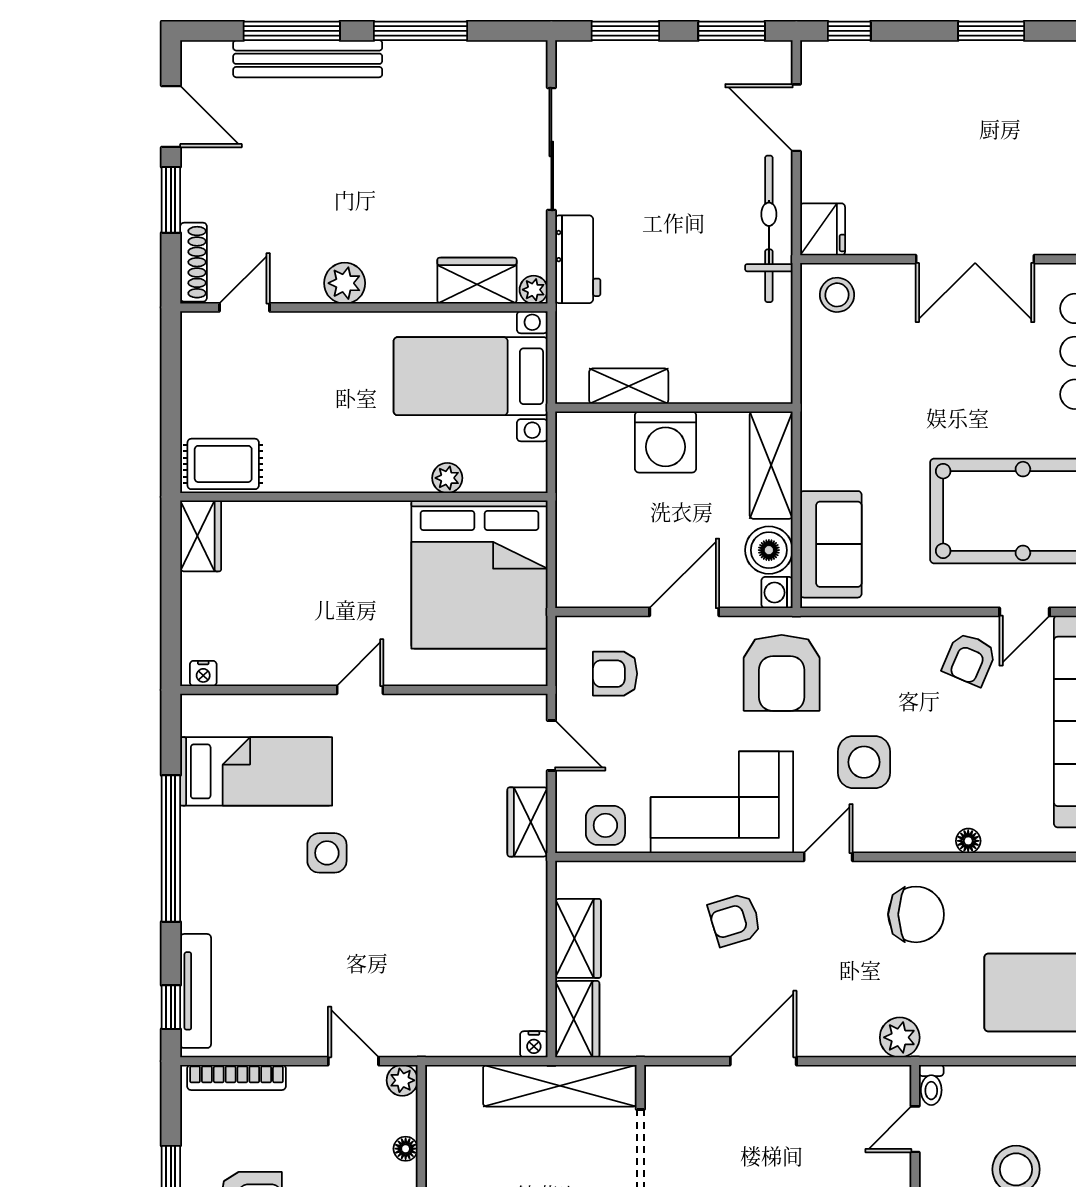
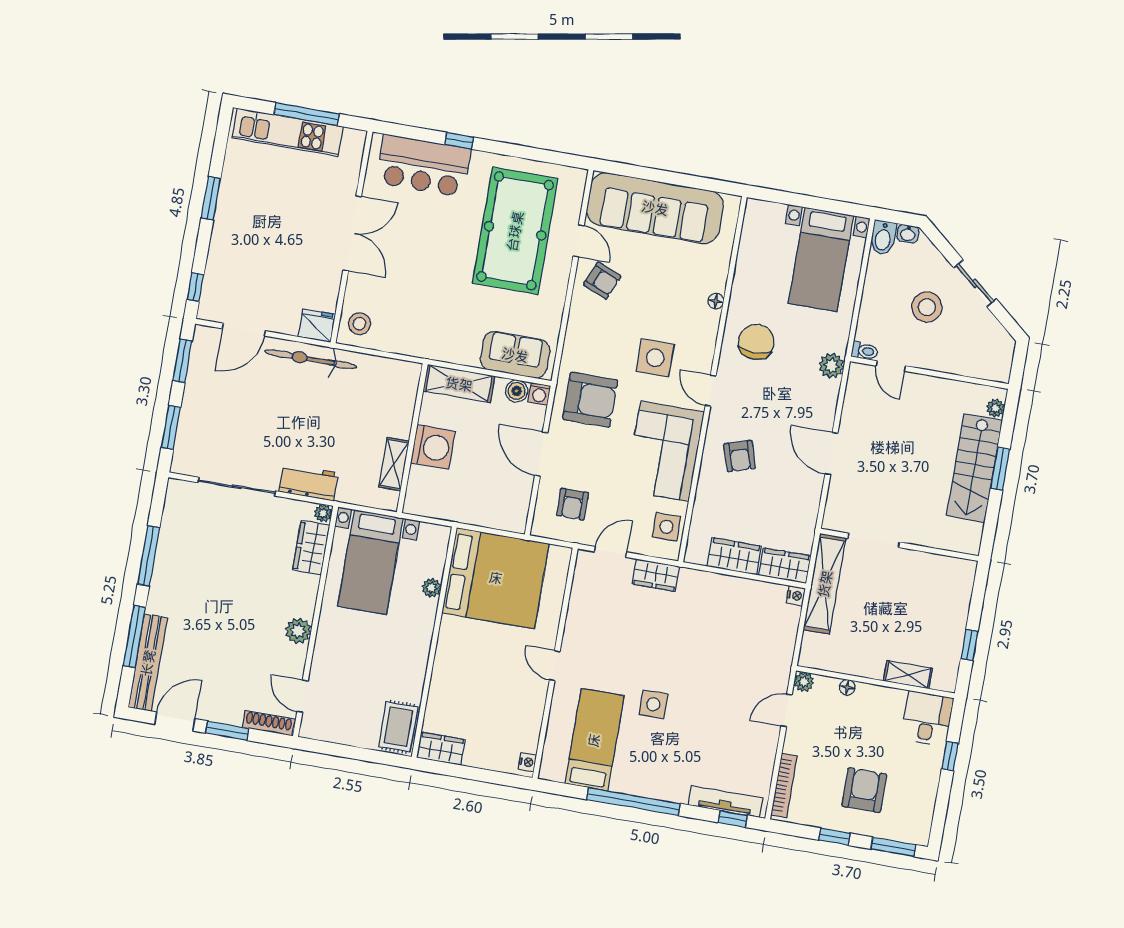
bench: (308, 59) -> (148, 663), moved
boiler: (769, 550) -> (517, 391), width x0.73, depth x0.73

